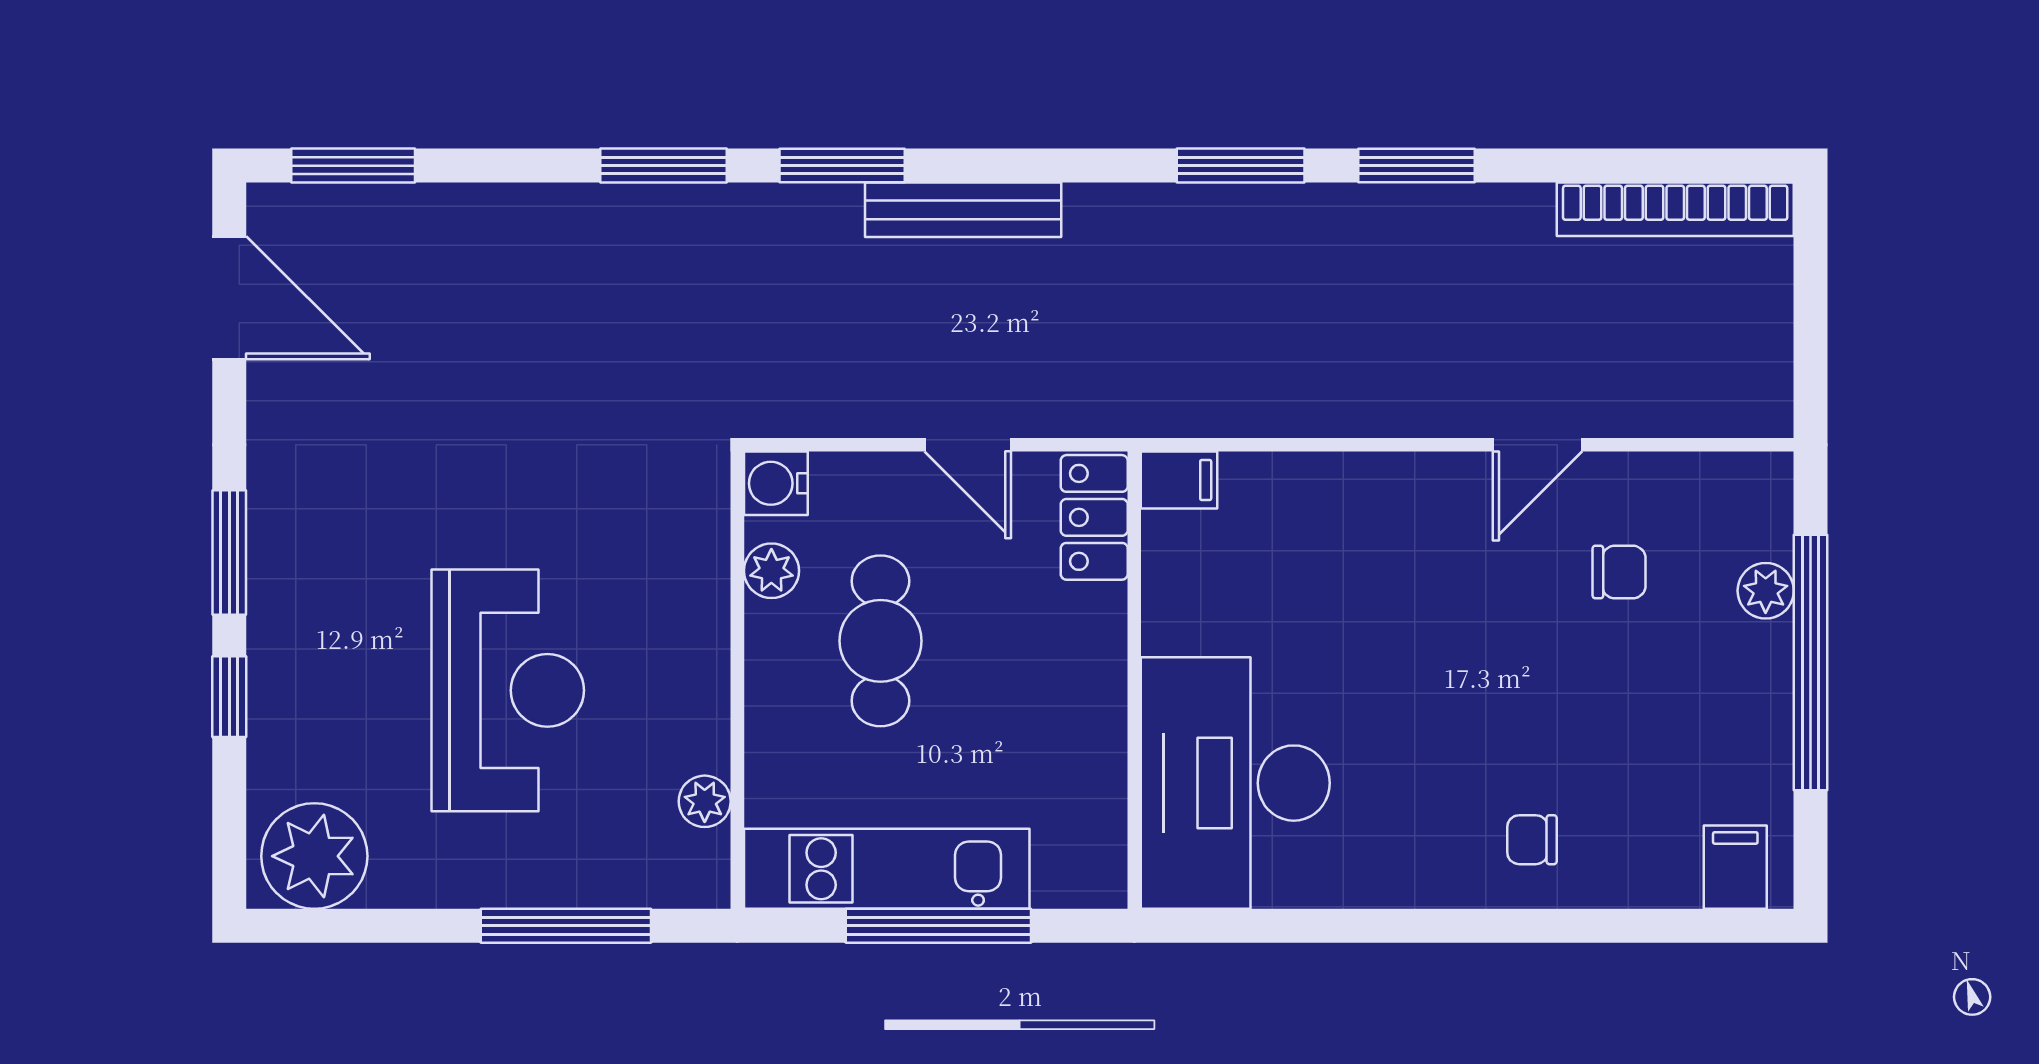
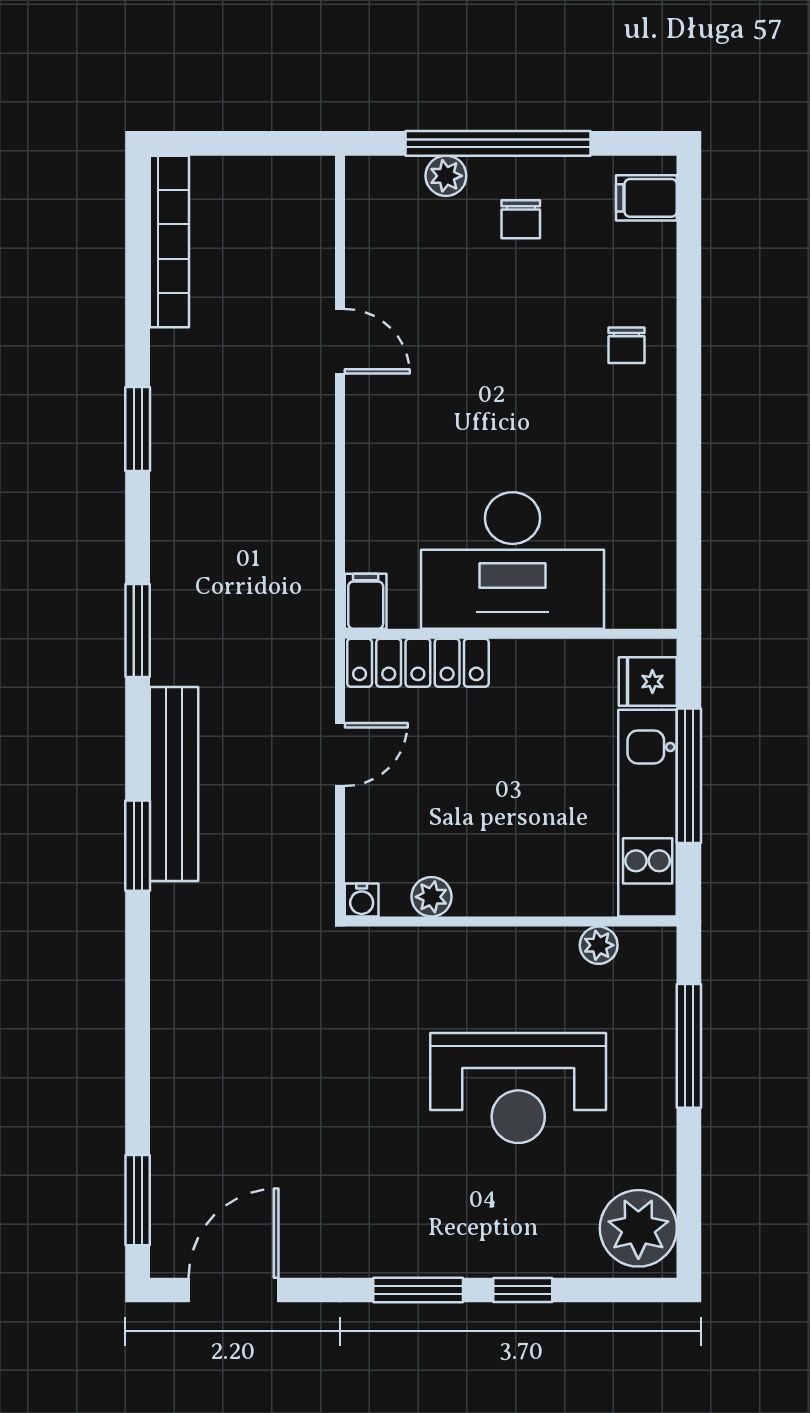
window: (664, 166) -> (138, 975), removed
window: (1241, 166) -> (138, 630), moved
bench: (963, 210) -> (174, 784), width x1.37, depth x1.21
water cooler: (776, 483) -> (362, 900), width x0.72, depth x0.72
locker: (1094, 517) -> (418, 663), width x1.53
chair: (1619, 572) -> (521, 219), moved, turned 180
cafe table: (880, 641) -> (482, 818), removed
reception desk: (508, 690) -> (518, 1088), turned 180
desk: (1235, 783) -> (513, 560), moved
fridge: (1068, 869) -> (648, 682), added

